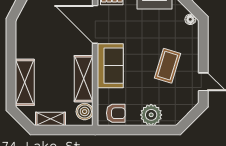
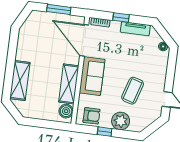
coffee table: (168, 66) -> (133, 91), moved
shelving: (51, 119) -> (37, 114), removed
window: (134, 130) -> (105, 132), added

